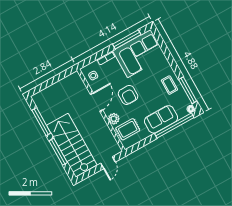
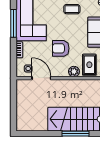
armchair: (128, 95) -> (61, 48), turned 180
door: (97, 102) -> (41, 78), moved
window: (41, 122) -> (42, 134), removed

